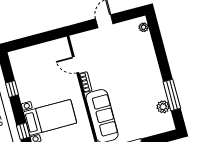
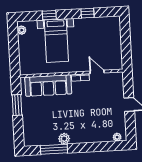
door: (76, 65) -> (97, 72), hinge flipped
plant: (163, 107) -> (64, 139), moved

